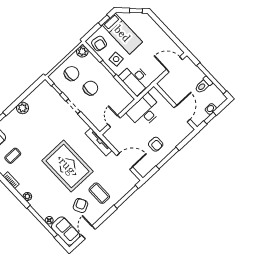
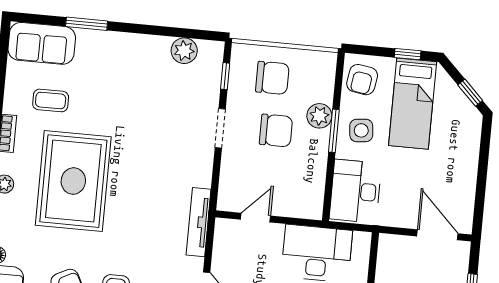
plant: (82, 52) -> (319, 116), moved
plant: (22, 108) -> (184, 51), moved
rug: (67, 166) -> (73, 181), moved

